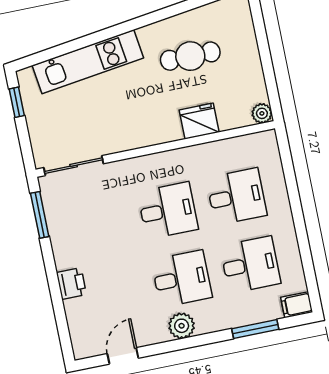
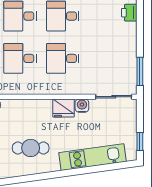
fridge: (199, 121) -> (63, 108), moved
water cooler: (122, 141) -> (82, 106), added
printer: (71, 284) -> (129, 13), moved

